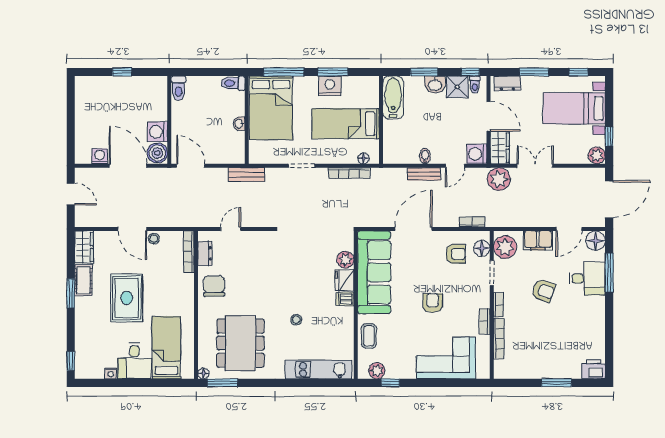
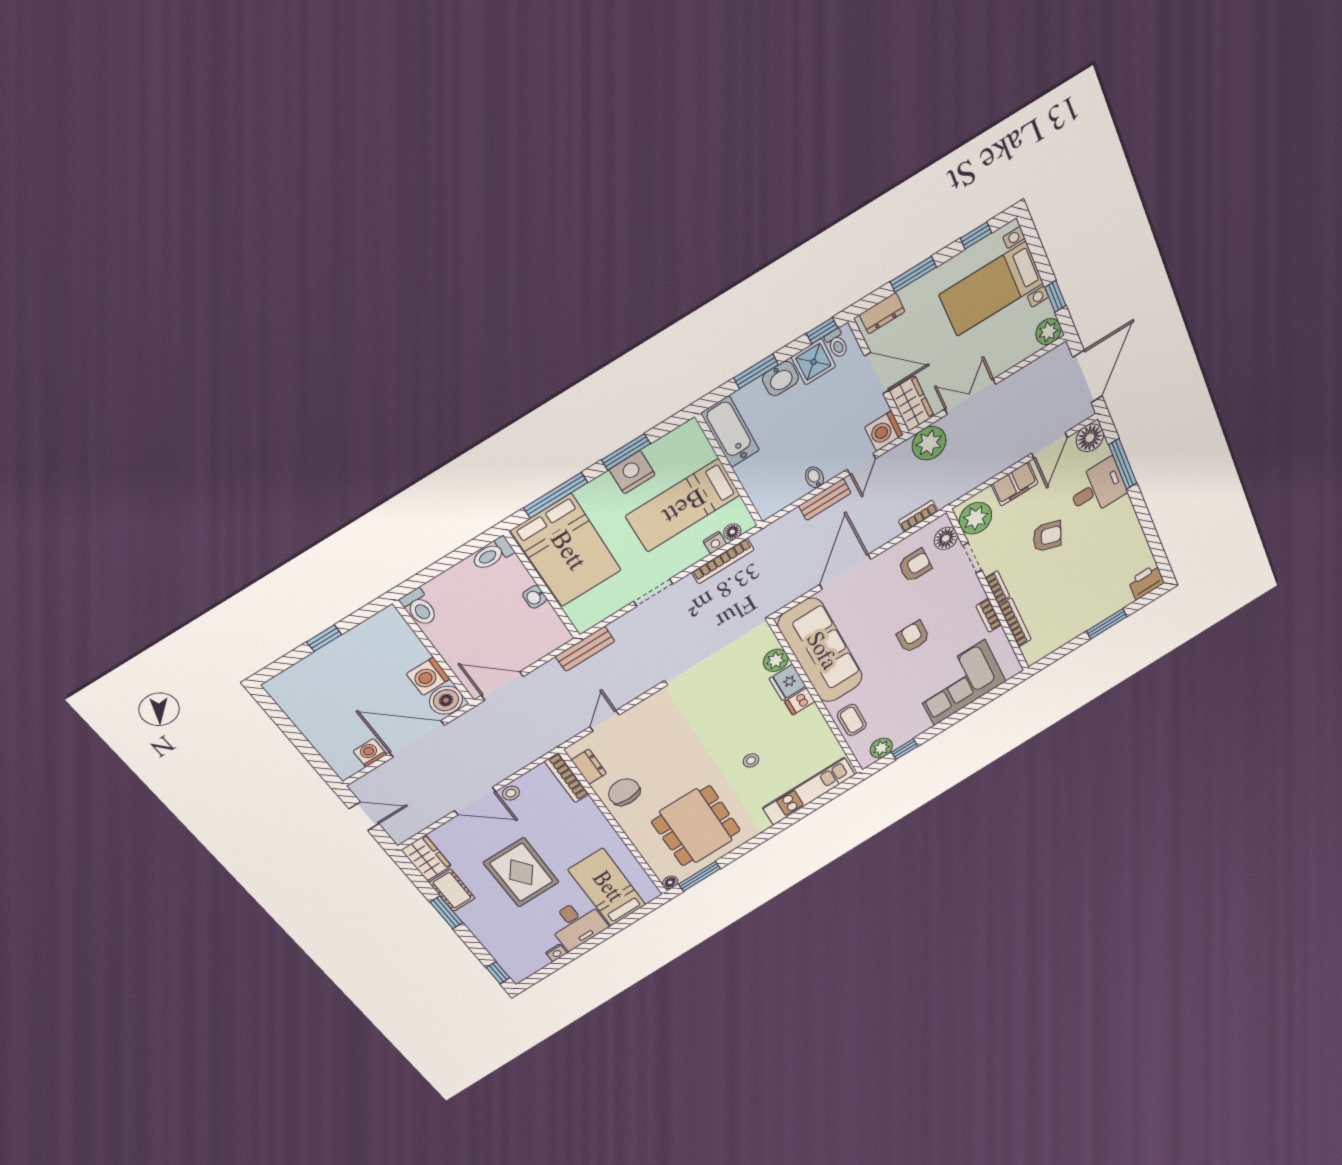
nightstand: (351, 158) -> (715, 543), added

